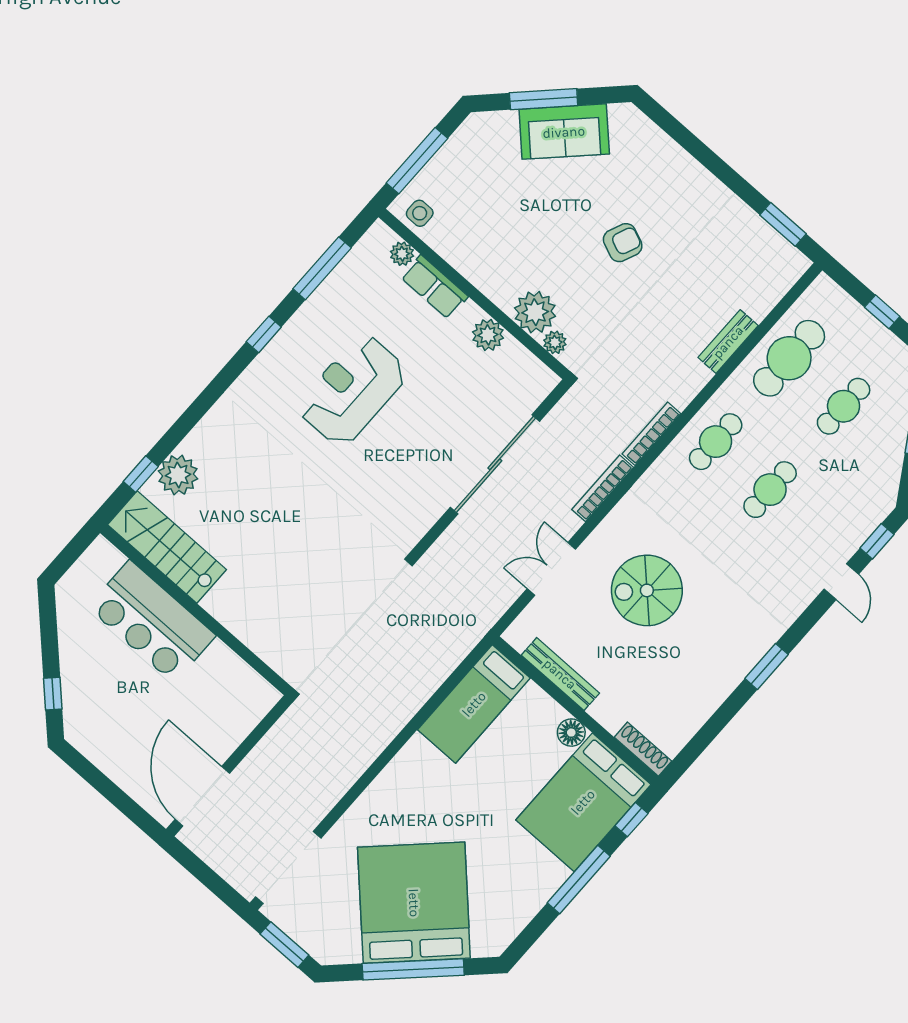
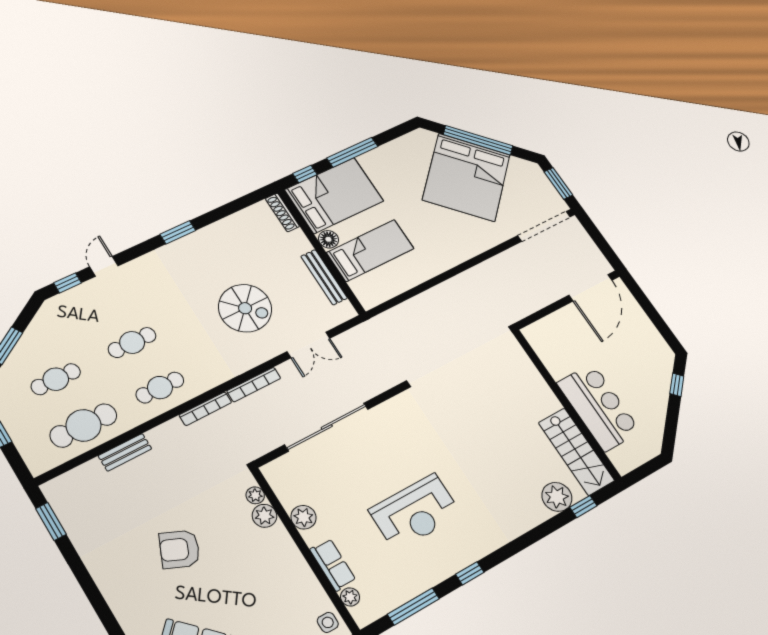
armchair: (623, 243) -> (179, 549), width x1.38, depth x1.38
plant: (535, 312) -> (264, 516), width x0.73, depth x0.73
bed: (474, 704) -> (370, 250), moved

